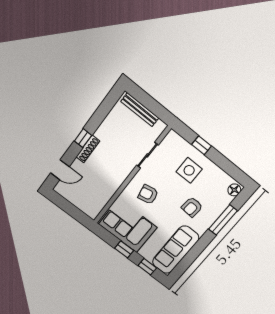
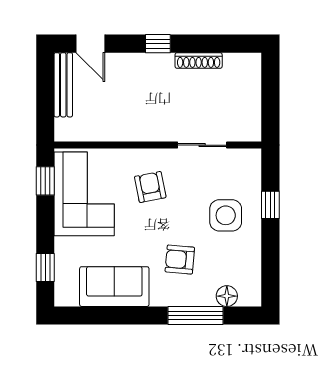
bench: (140, 110) -> (63, 85), moved
shoe rack: (88, 149) -> (199, 60), moved
floor lamp: (234, 190) -> (227, 296), moved
window: (124, 249) -> (45, 181), moved
sofa: (176, 250) -> (114, 287), width x0.73

